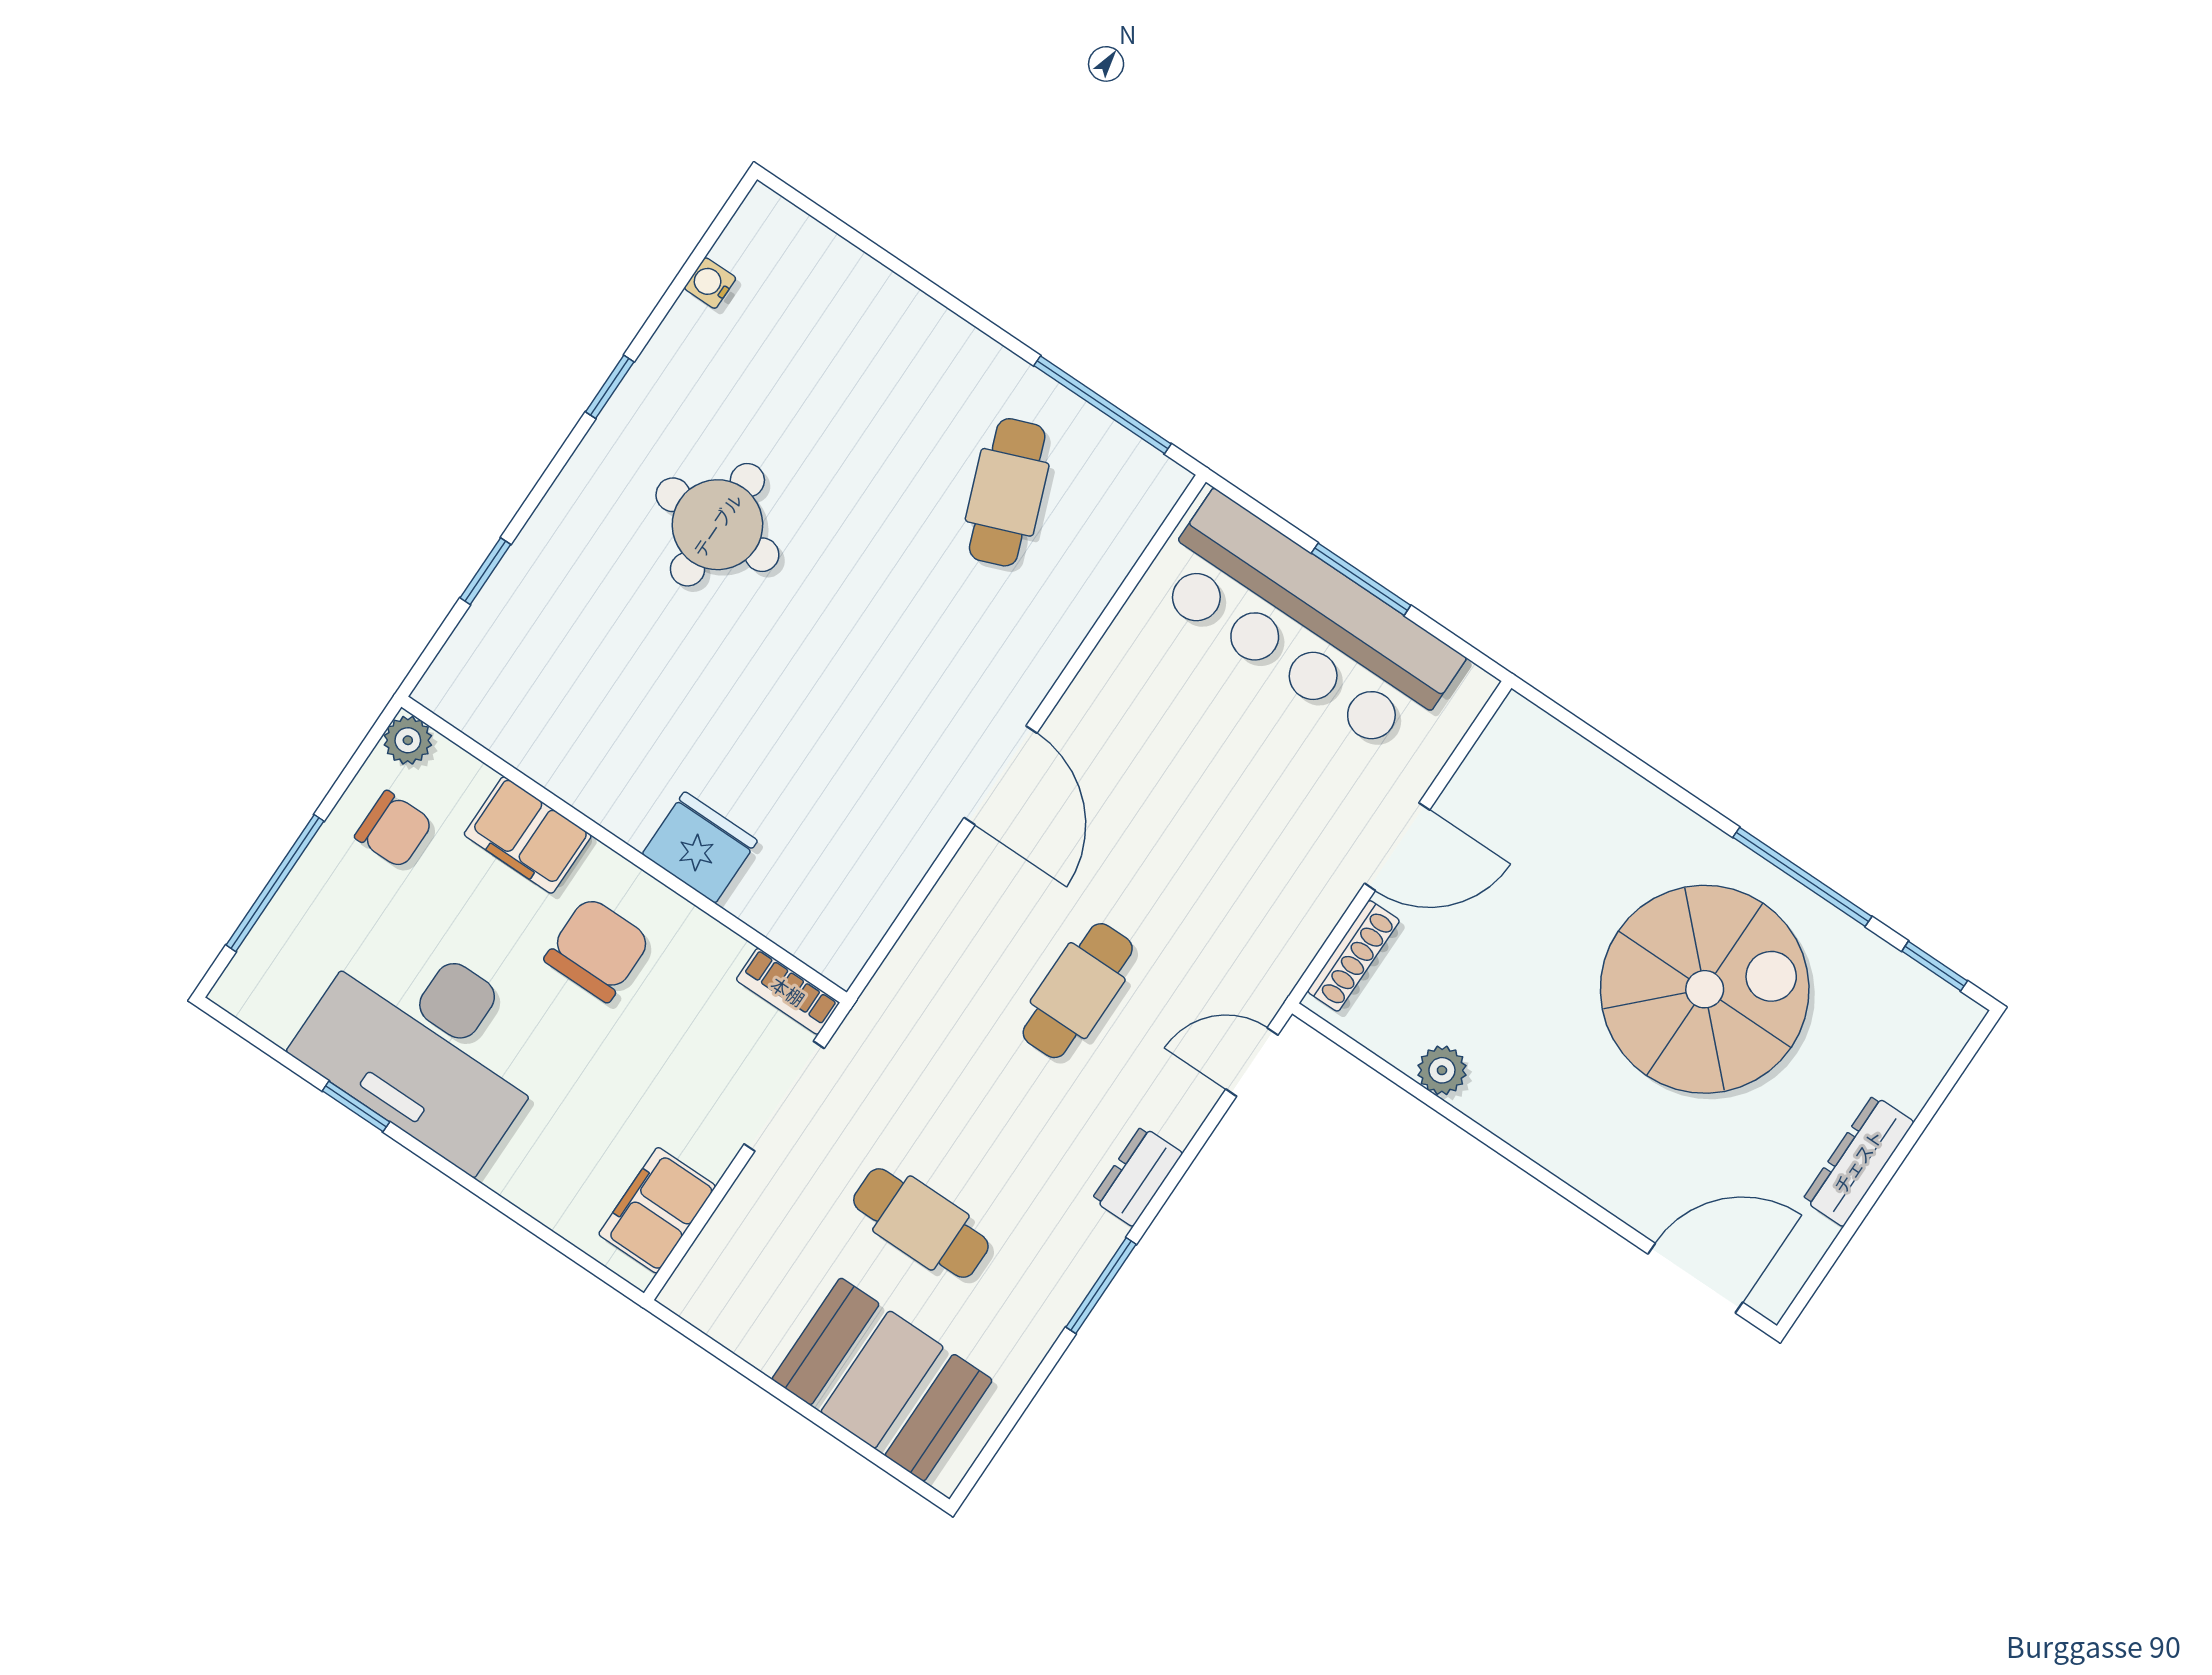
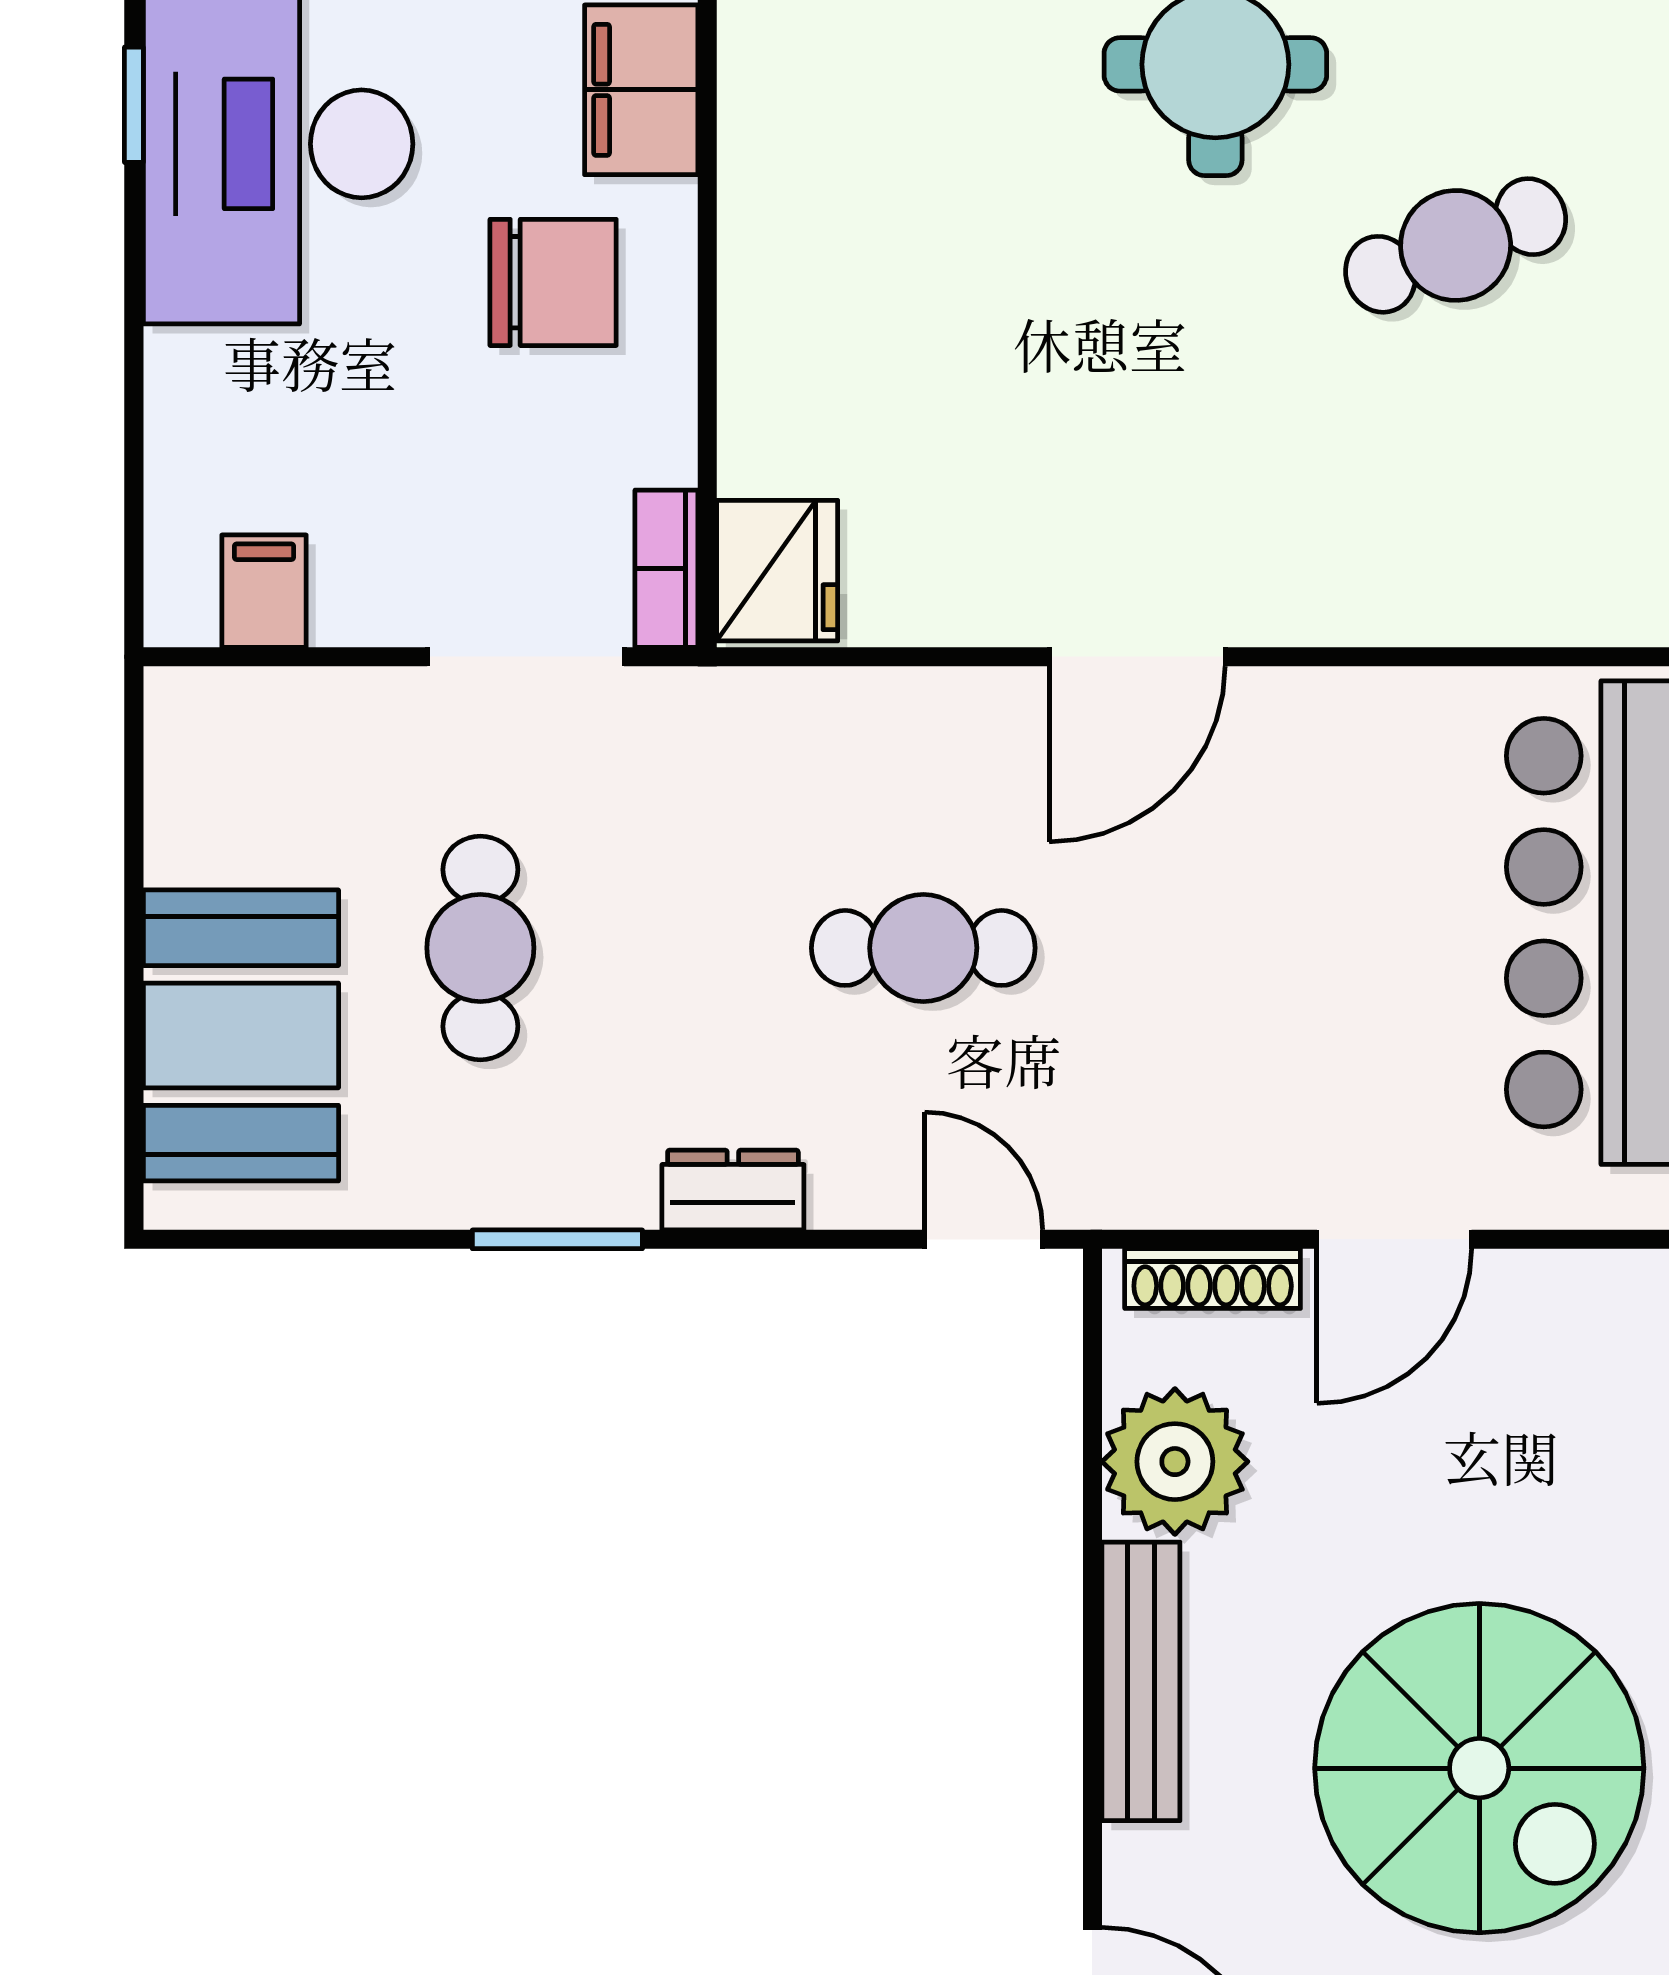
cafe table: (1007, 492) -> (1456, 245), moved
fridge: (700, 847) -> (777, 571), moved
door: (1397, 847) -> (1394, 1239), hinge flipped
plant: (1442, 1070) -> (1175, 1462), width x1.87, depth x1.87
bench: (1539, 1136) -> (1141, 1681), added
filing cabinet: (657, 1210) -> (264, 591), width x0.50

